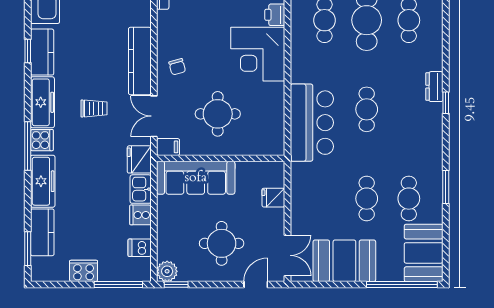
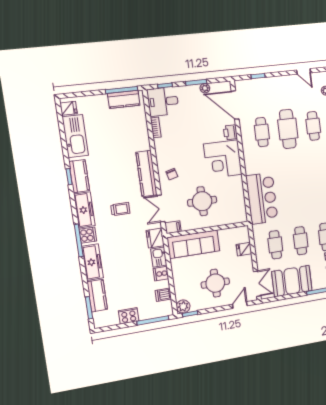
cafe table: (367, 109) -> (275, 245), moved

